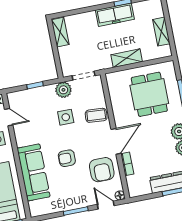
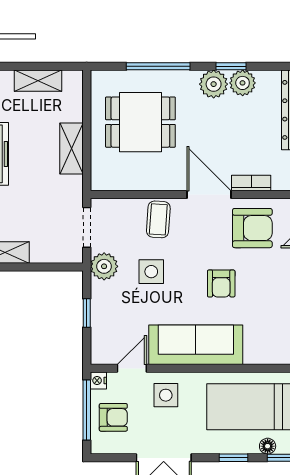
sofa: (34, 172) -> (196, 345), moved

